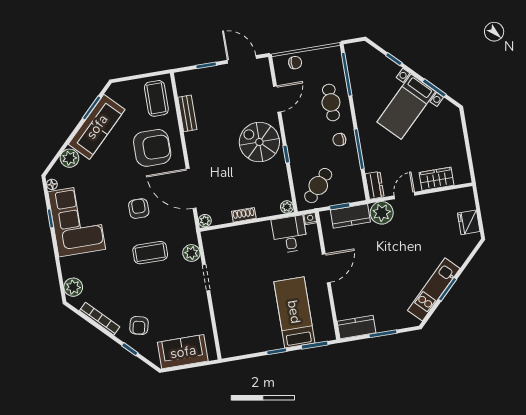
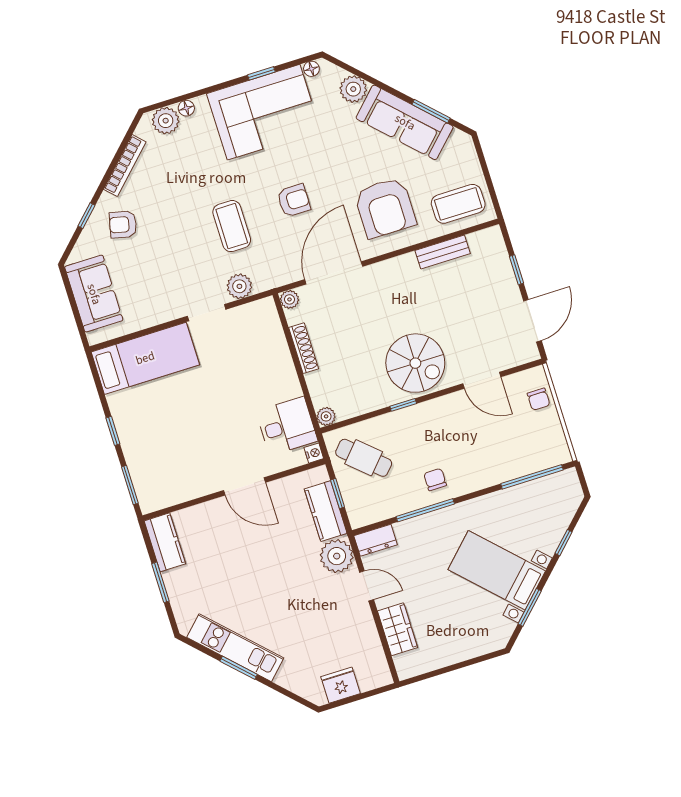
cafe table: (331, 102) -> (488, 460), removed
spiral stairs: (259, 142) -> (415, 363), turned 90
shoe rack: (244, 215) -> (304, 348), width x1.43
floor lamp: (67, 272) -> (186, 108), added
bed: (294, 312) -> (145, 358), moved

